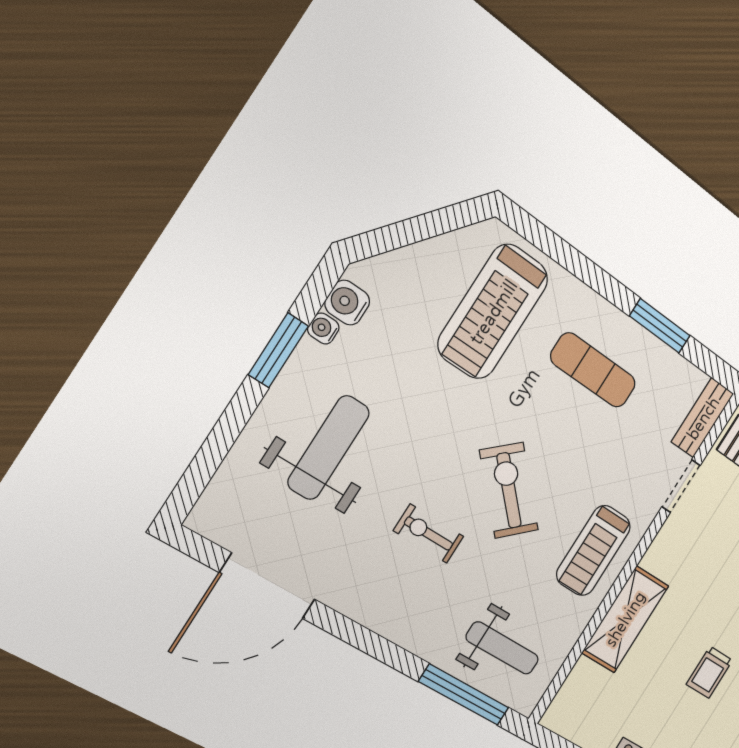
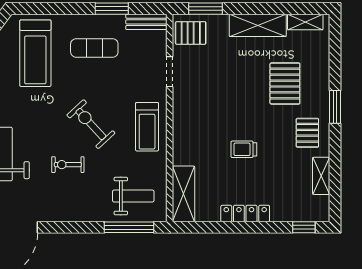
bench: (703, 418) -> (146, 22), moved, turned 90
shelving: (625, 619) -> (184, 194), moved
trolley: (709, 672) -> (244, 149), turned 90

